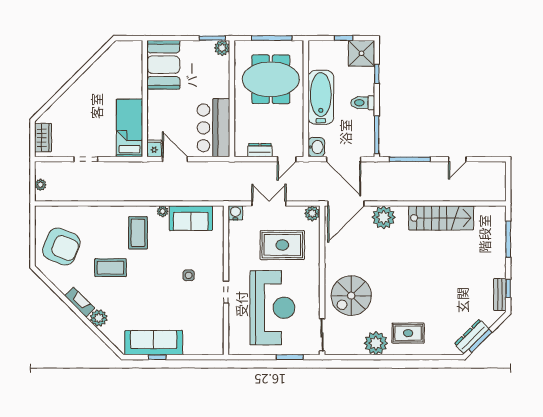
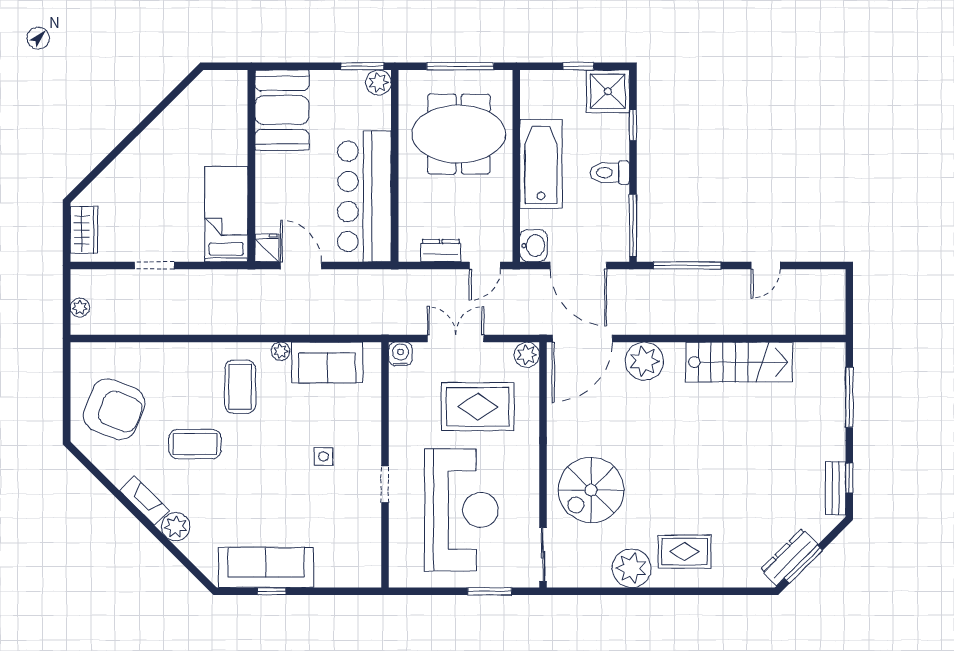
bar counter: (214, 128) -> (364, 196), width x1.36

